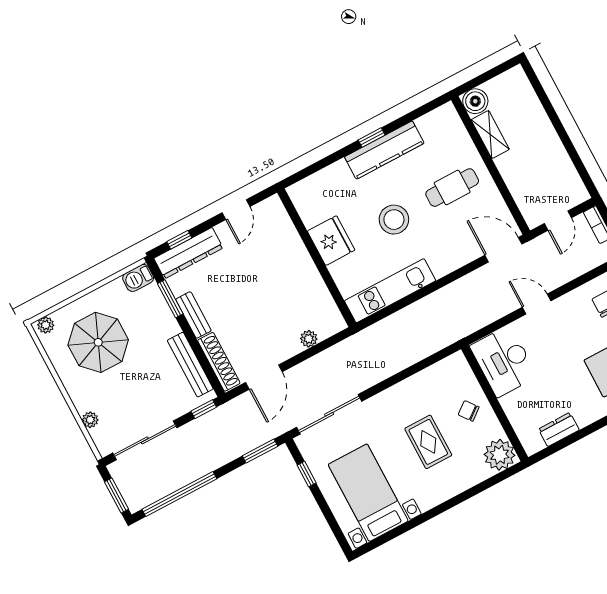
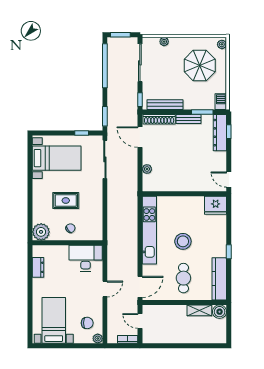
kitchen counter: (384, 150) -> (219, 279), moved
door: (236, 210) -> (229, 180), moved
fridge: (331, 241) -> (216, 205), moved
kitchen unit: (390, 291) -> (149, 230), width x1.36

